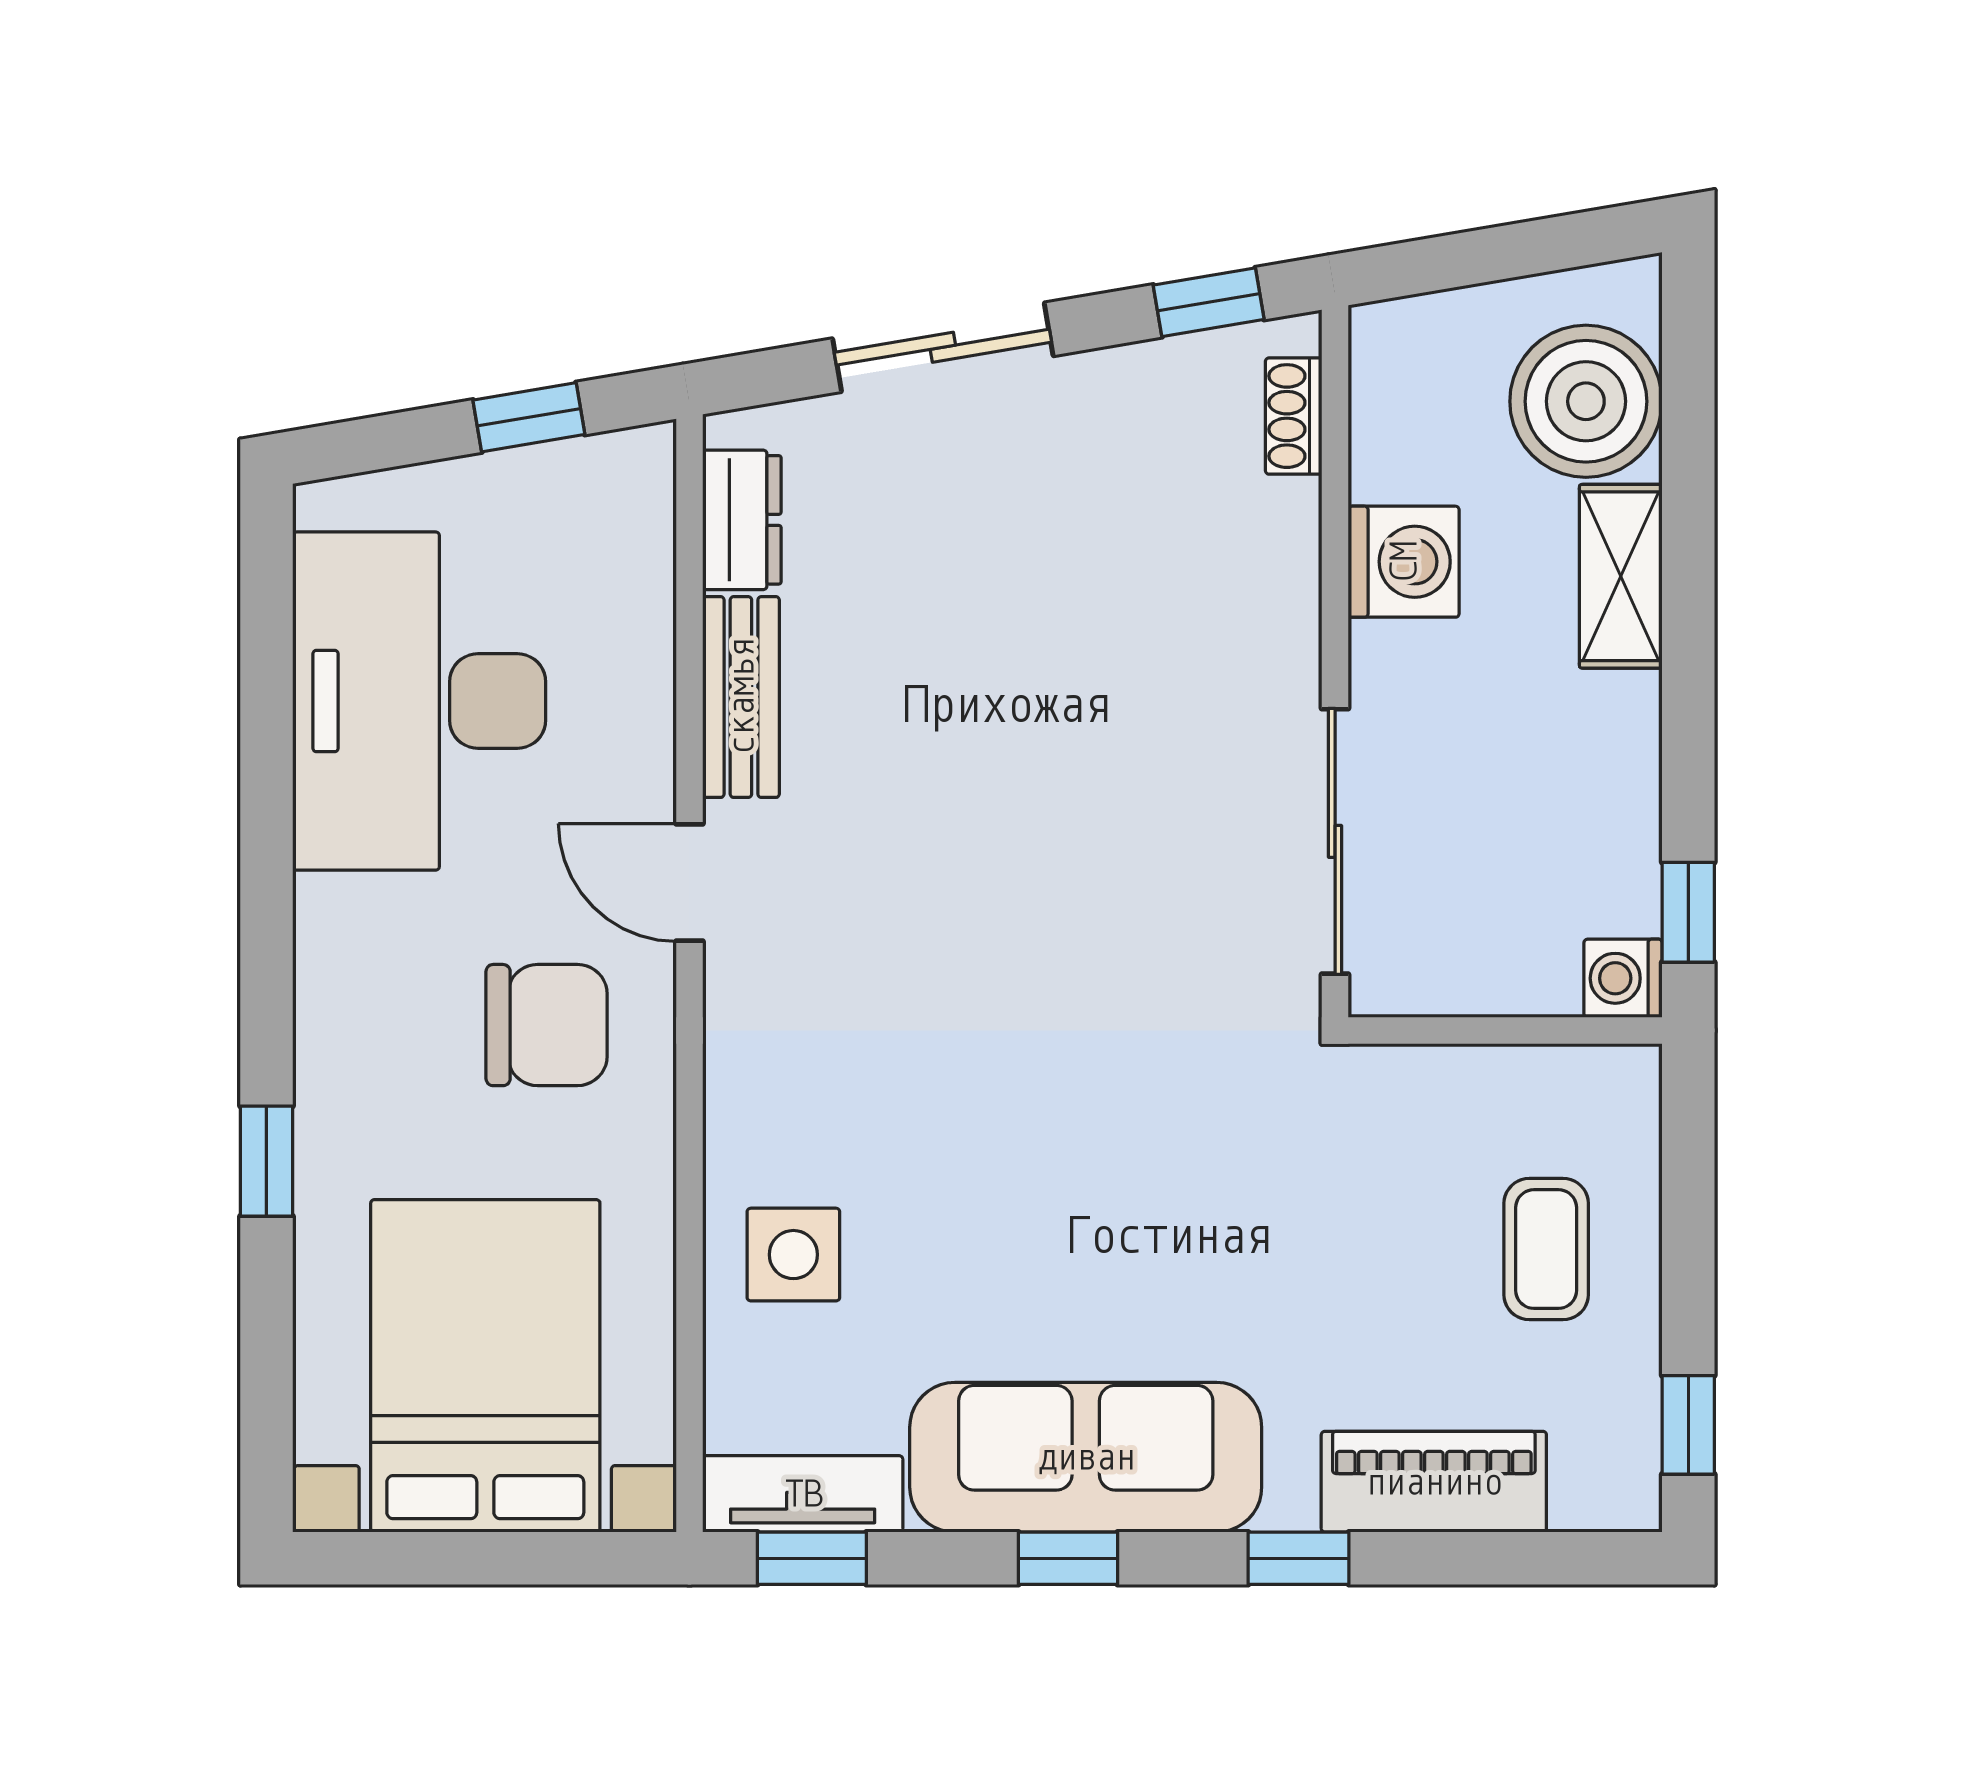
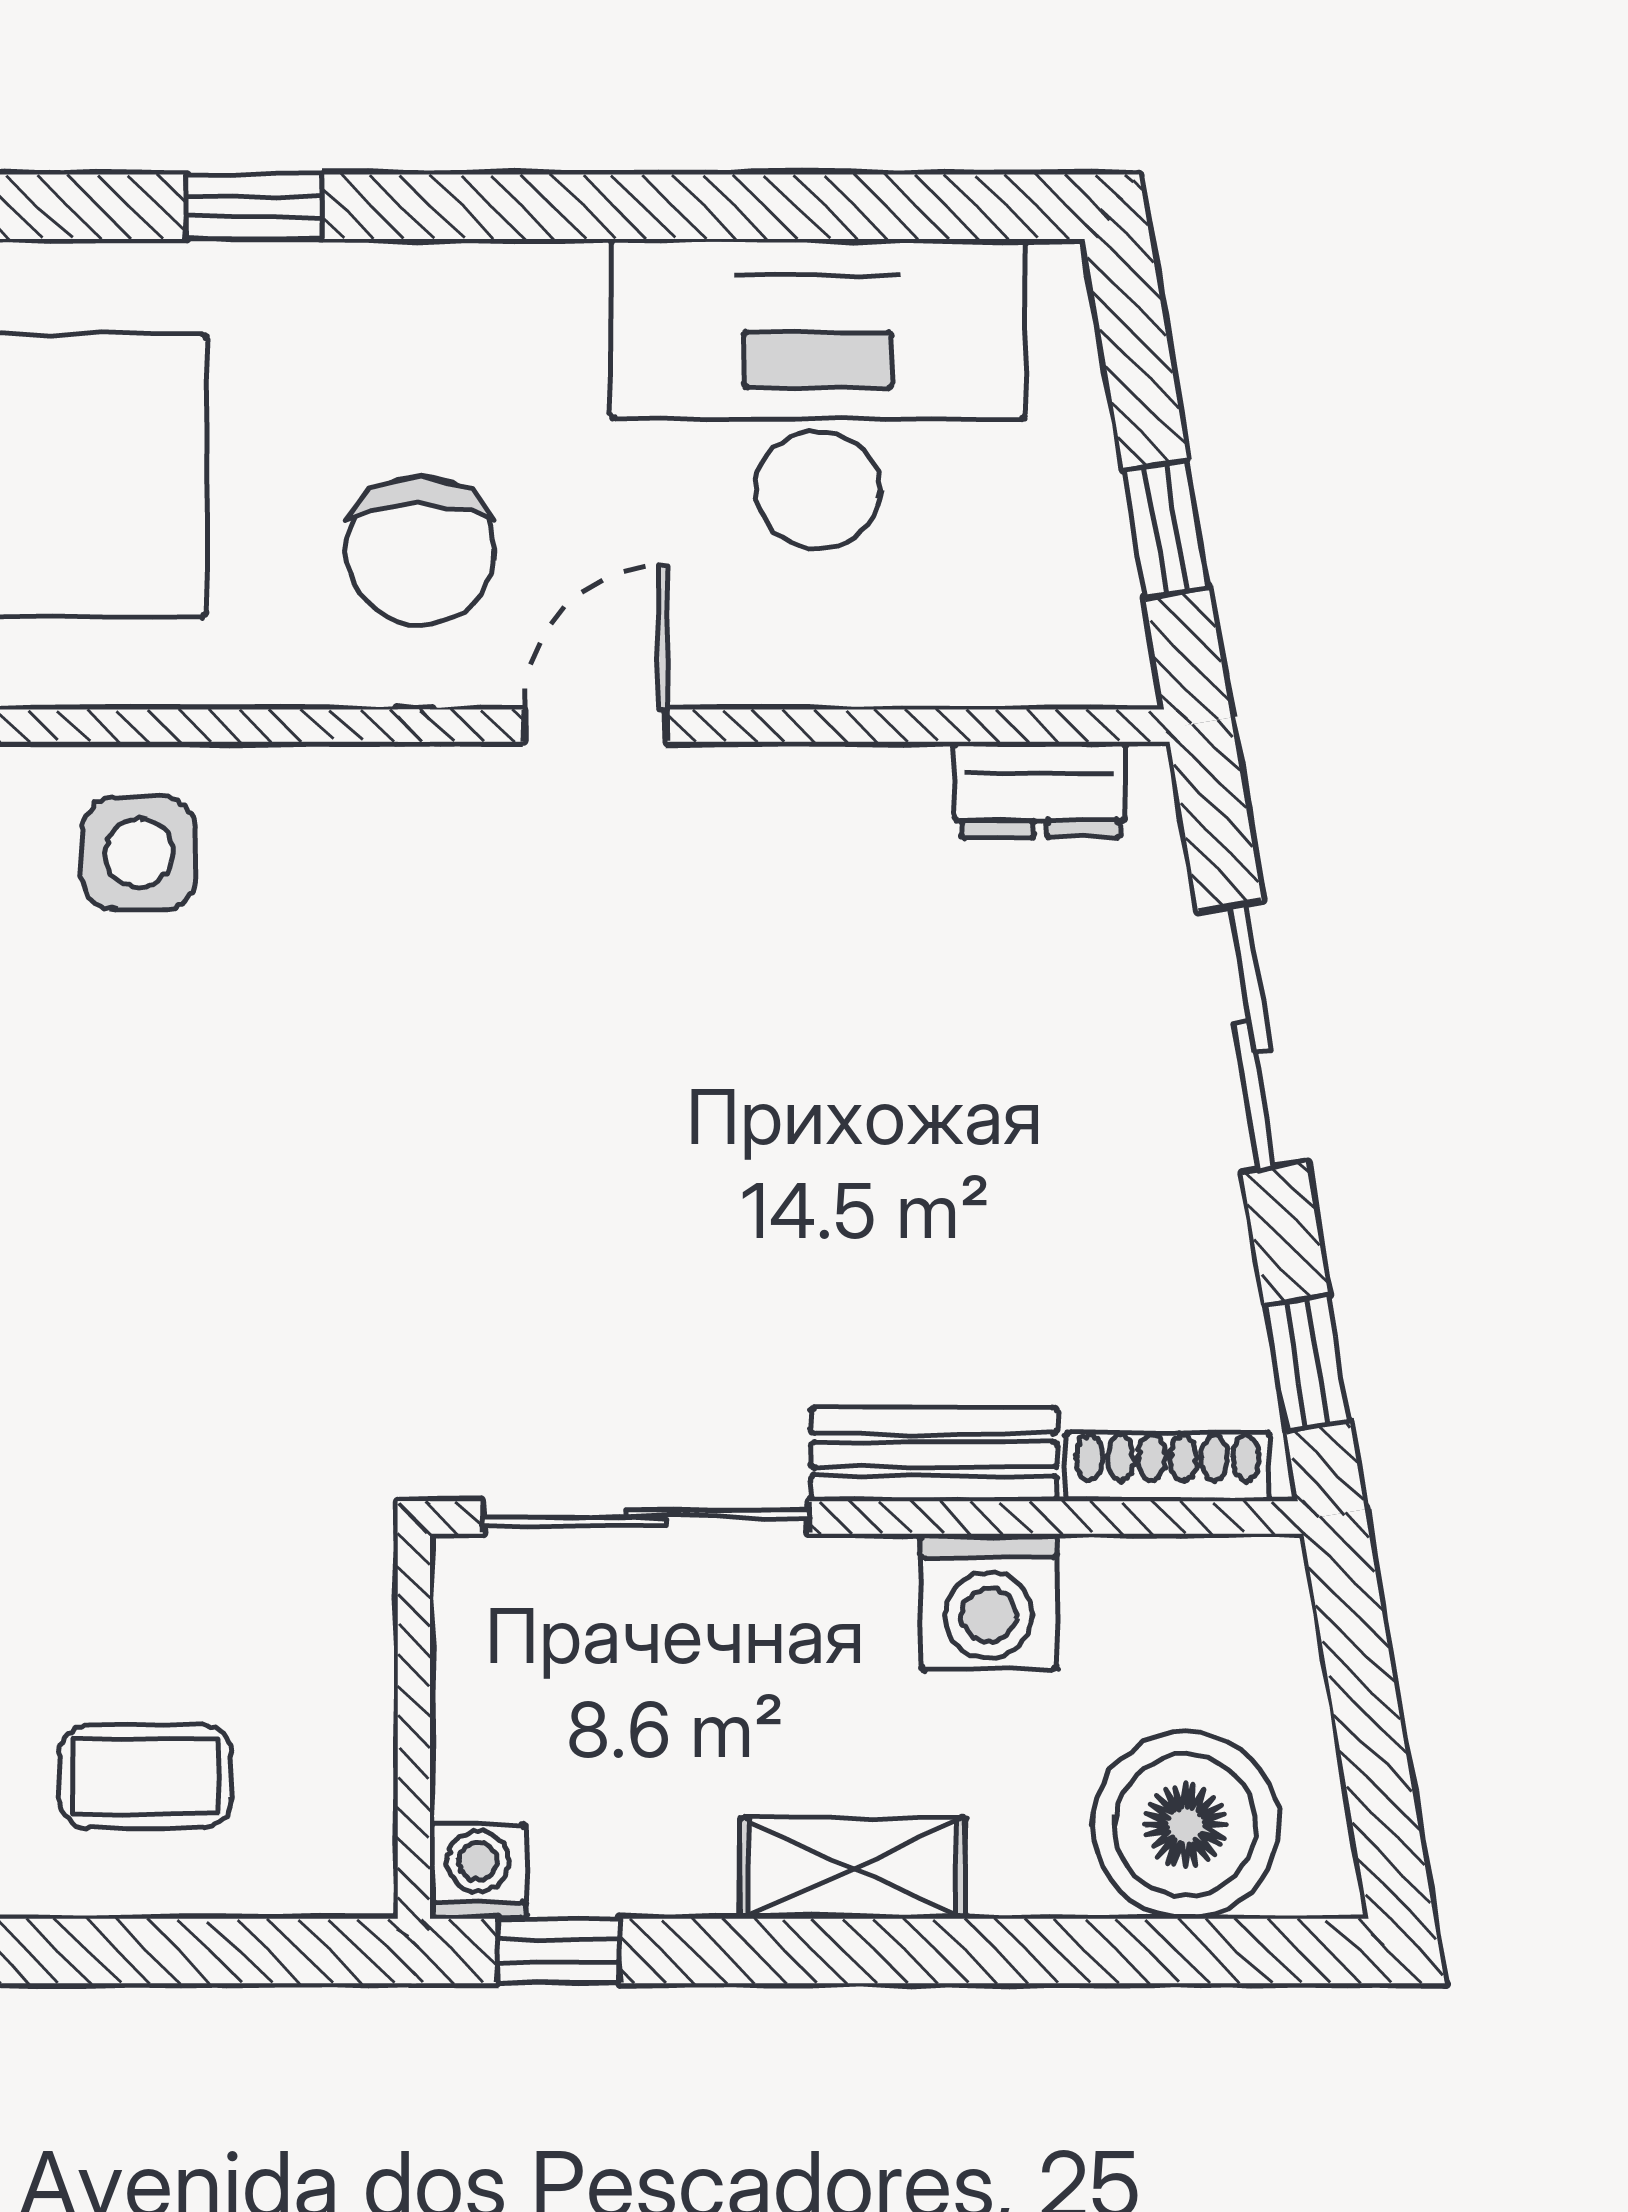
shoe rack: (1294, 416) -> (1168, 1467), width x1.43
shelving: (1621, 576) -> (853, 1868), moved
bench: (741, 697) -> (934, 1454), moved

